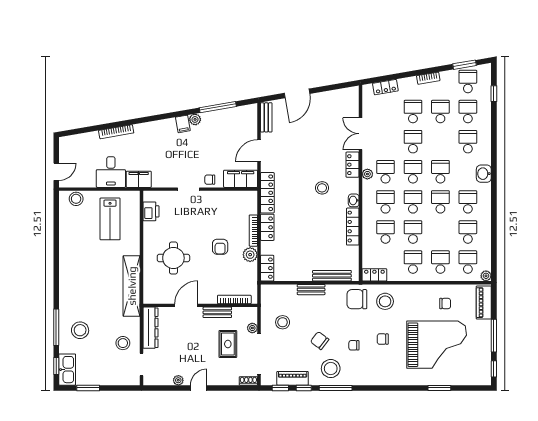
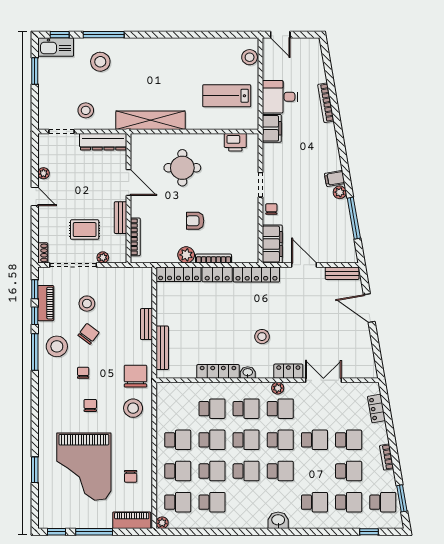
school desk: (468, 202) -> (212, 471), moved
locker: (267, 268) -> (179, 274), width x1.53
locker: (374, 275) -> (163, 396), removed
stool: (283, 322) -> (87, 304), moved

